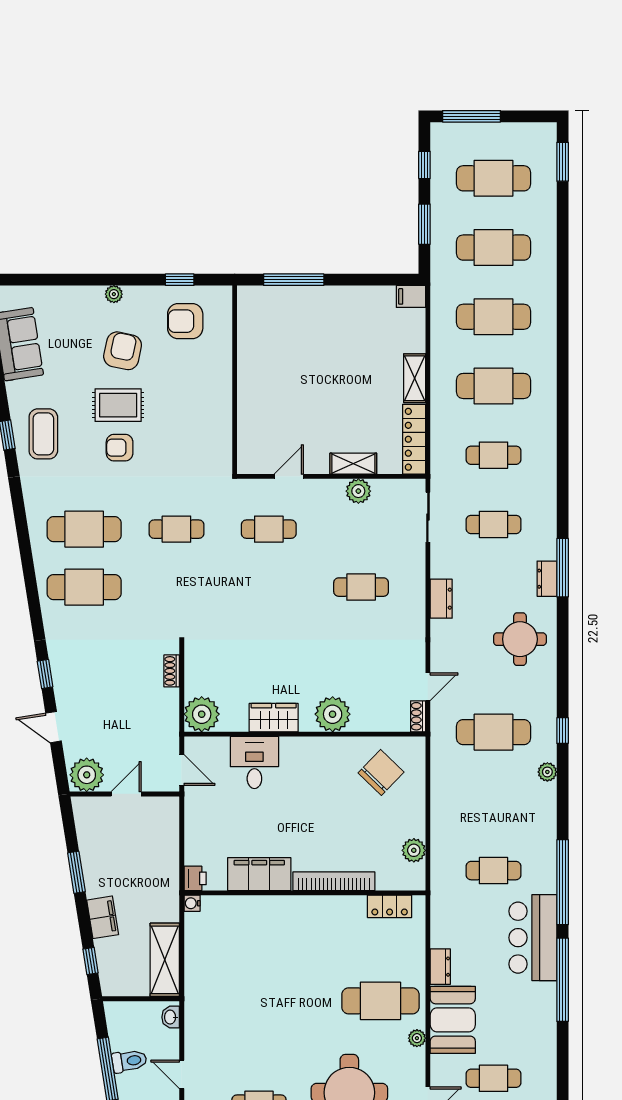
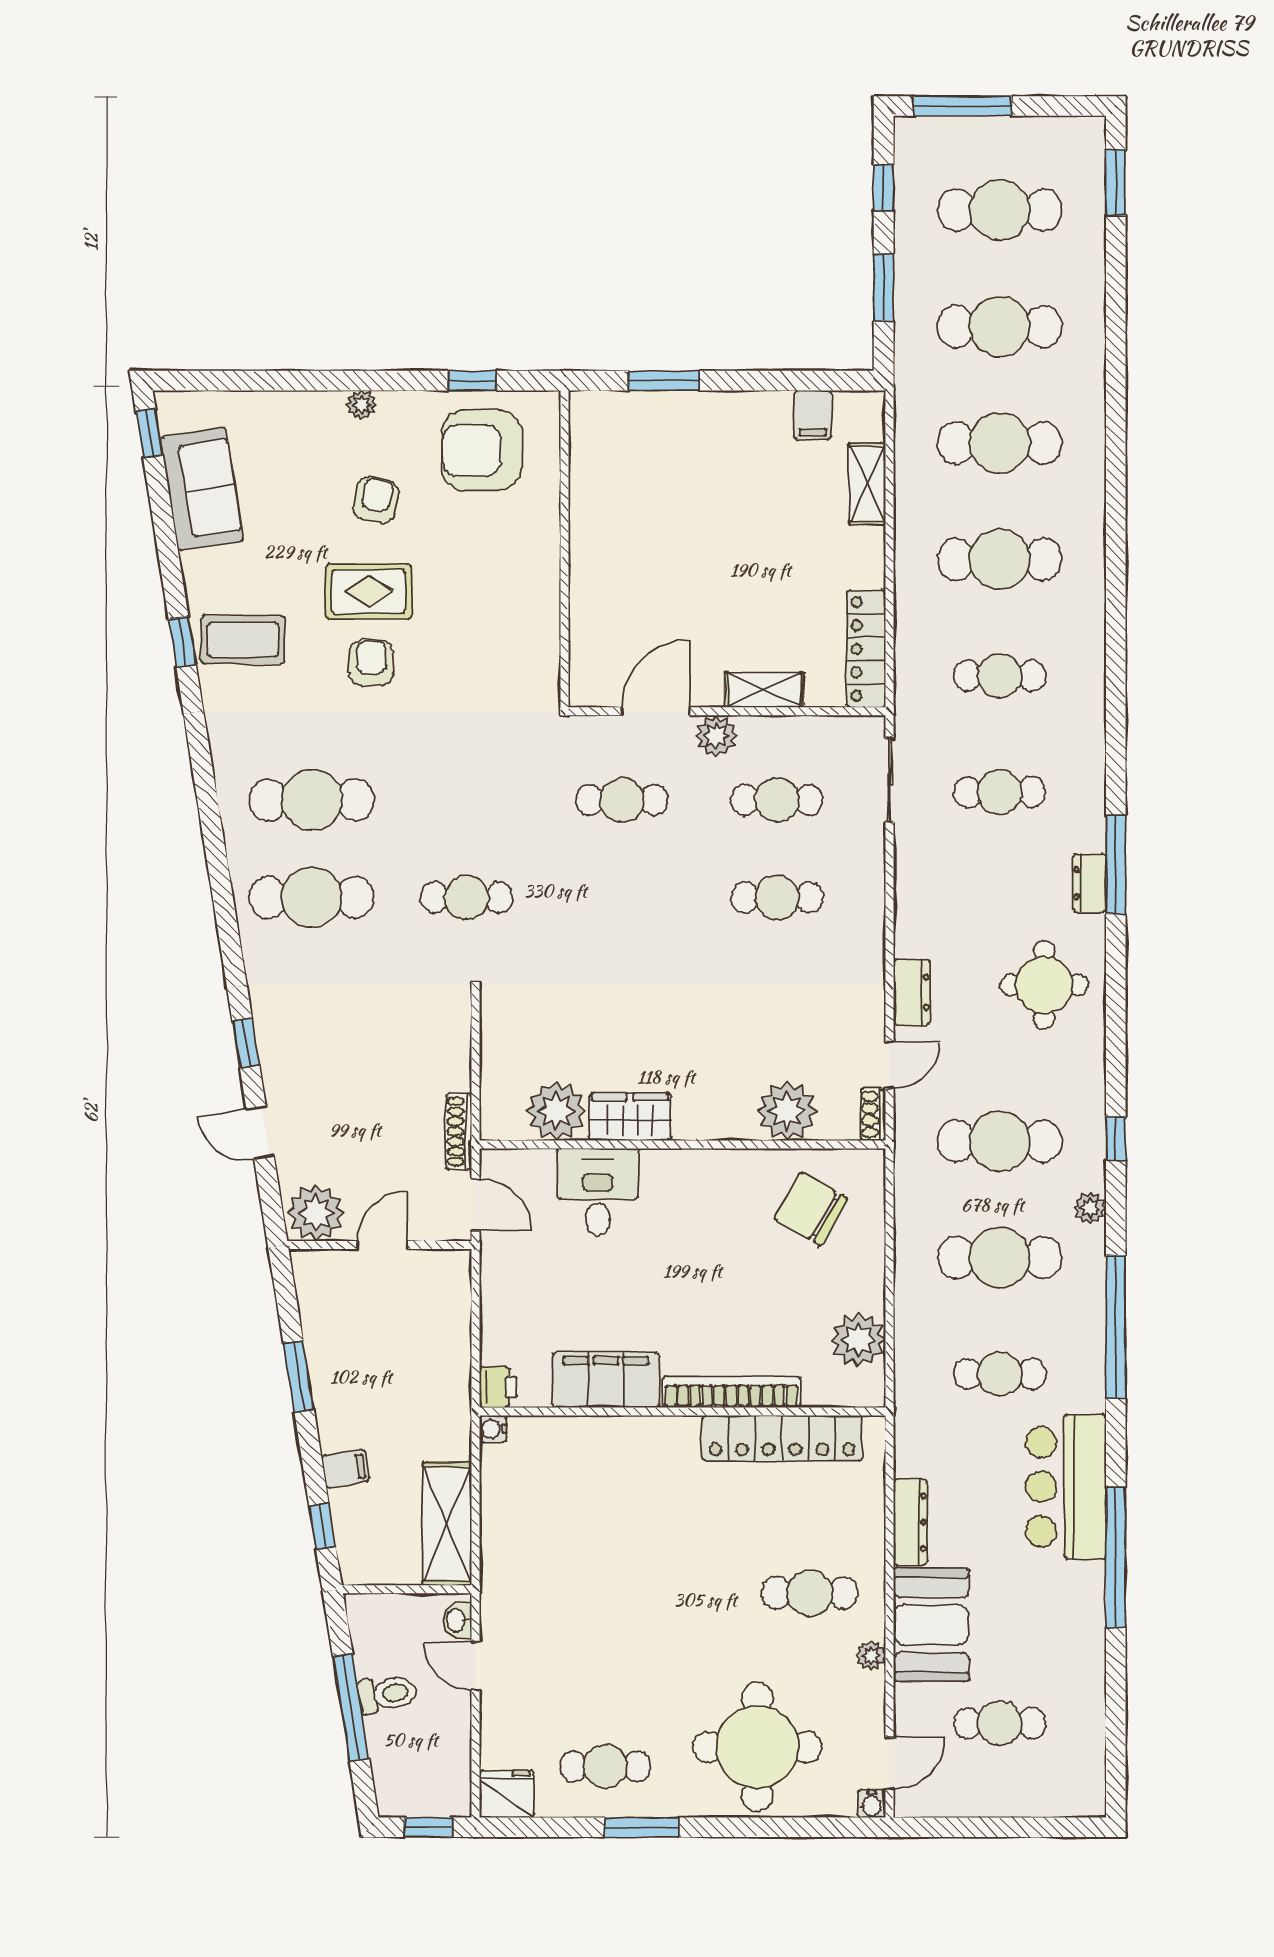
window: (294, 280) -> (664, 381), width x0.69
filing cabinet: (411, 296) -> (813, 415), moved, turned -90
armchair: (185, 321) -> (481, 450), width x1.36, depth x1.36
armchair: (123, 351) -> (376, 500), width x0.72, depth x0.72
shelving: (415, 378) -> (867, 484), moved
coffee table: (43, 434) -> (243, 640), turned 90
armchair: (120, 448) -> (371, 663), turned 90
door: (289, 476) -> (655, 711), width x1.38
plant: (358, 491) -> (716, 736), moved
cafe table: (176, 529) -> (467, 897), moved
cafe table: (361, 529) -> (777, 800), added
dresser: (441, 599) -> (912, 992), moved
shoe rack: (172, 671) -> (459, 1131), moved, width x1.43
plant: (202, 714) -> (556, 1111), moved
plant: (333, 714) -> (787, 1111), moved
chair: (381, 772) -> (811, 1209), turned -104
cafe table: (494, 801) -> (1000, 1258), added
plant: (414, 850) -> (858, 1340), width x1.36, depth x1.36
window: (563, 882) -> (1116, 1327), moved
locker: (390, 906) -> (782, 1438), width x2.16, depth x1.21
filing cabinet: (103, 917) -> (345, 1469), width x0.50
dresser: (440, 967) -> (910, 1522), width x1.44
cafe table: (380, 1001) -> (810, 1593), width x0.73, depth x0.74
door: (182, 1074) -> (476, 1666), moved

